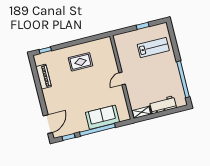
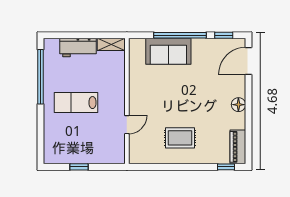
lab bench: (153, 47) -> (76, 103), moved
piano: (43, 77) -> (238, 147), moved
door: (122, 78) -> (127, 125), moved
floor lamp: (47, 93) -> (238, 105), added

